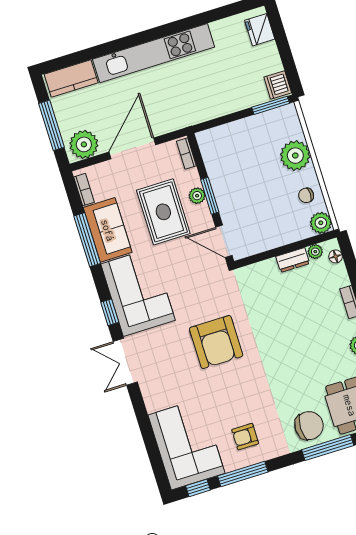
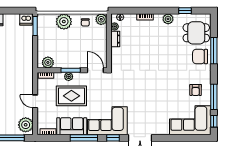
door: (132, 148) -> (35, 101), width x0.53
plant: (211, 150) -> (48, 62), added
window: (87, 240) -> (84, 138), moved
door: (224, 241) -> (95, 70), swing flipped
armchair: (216, 342) -> (144, 90), removed
chair: (309, 426) -> (200, 57), turned -90

